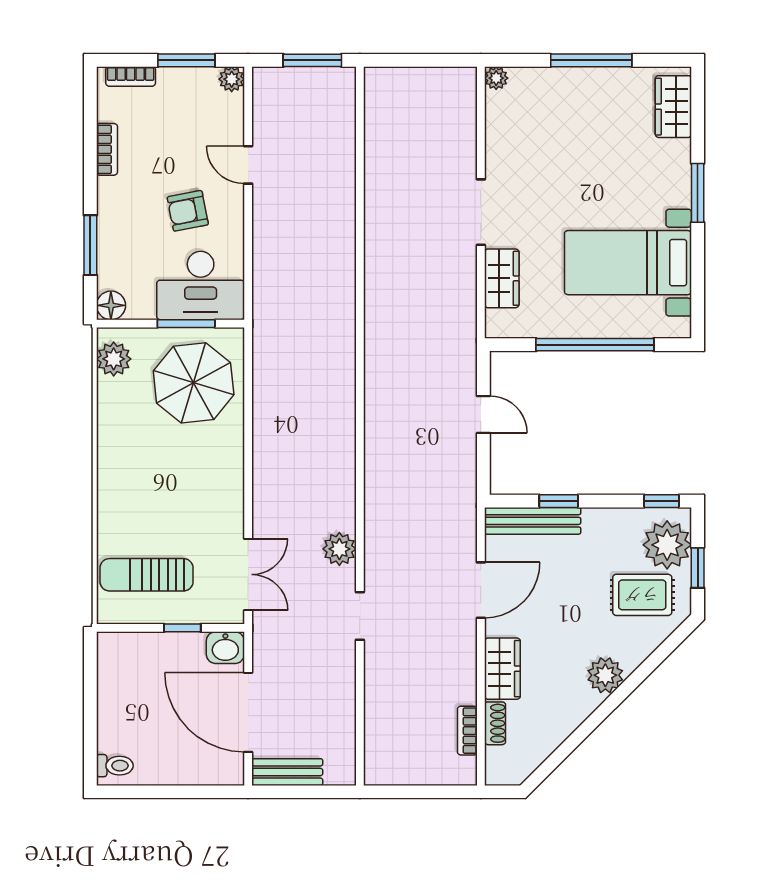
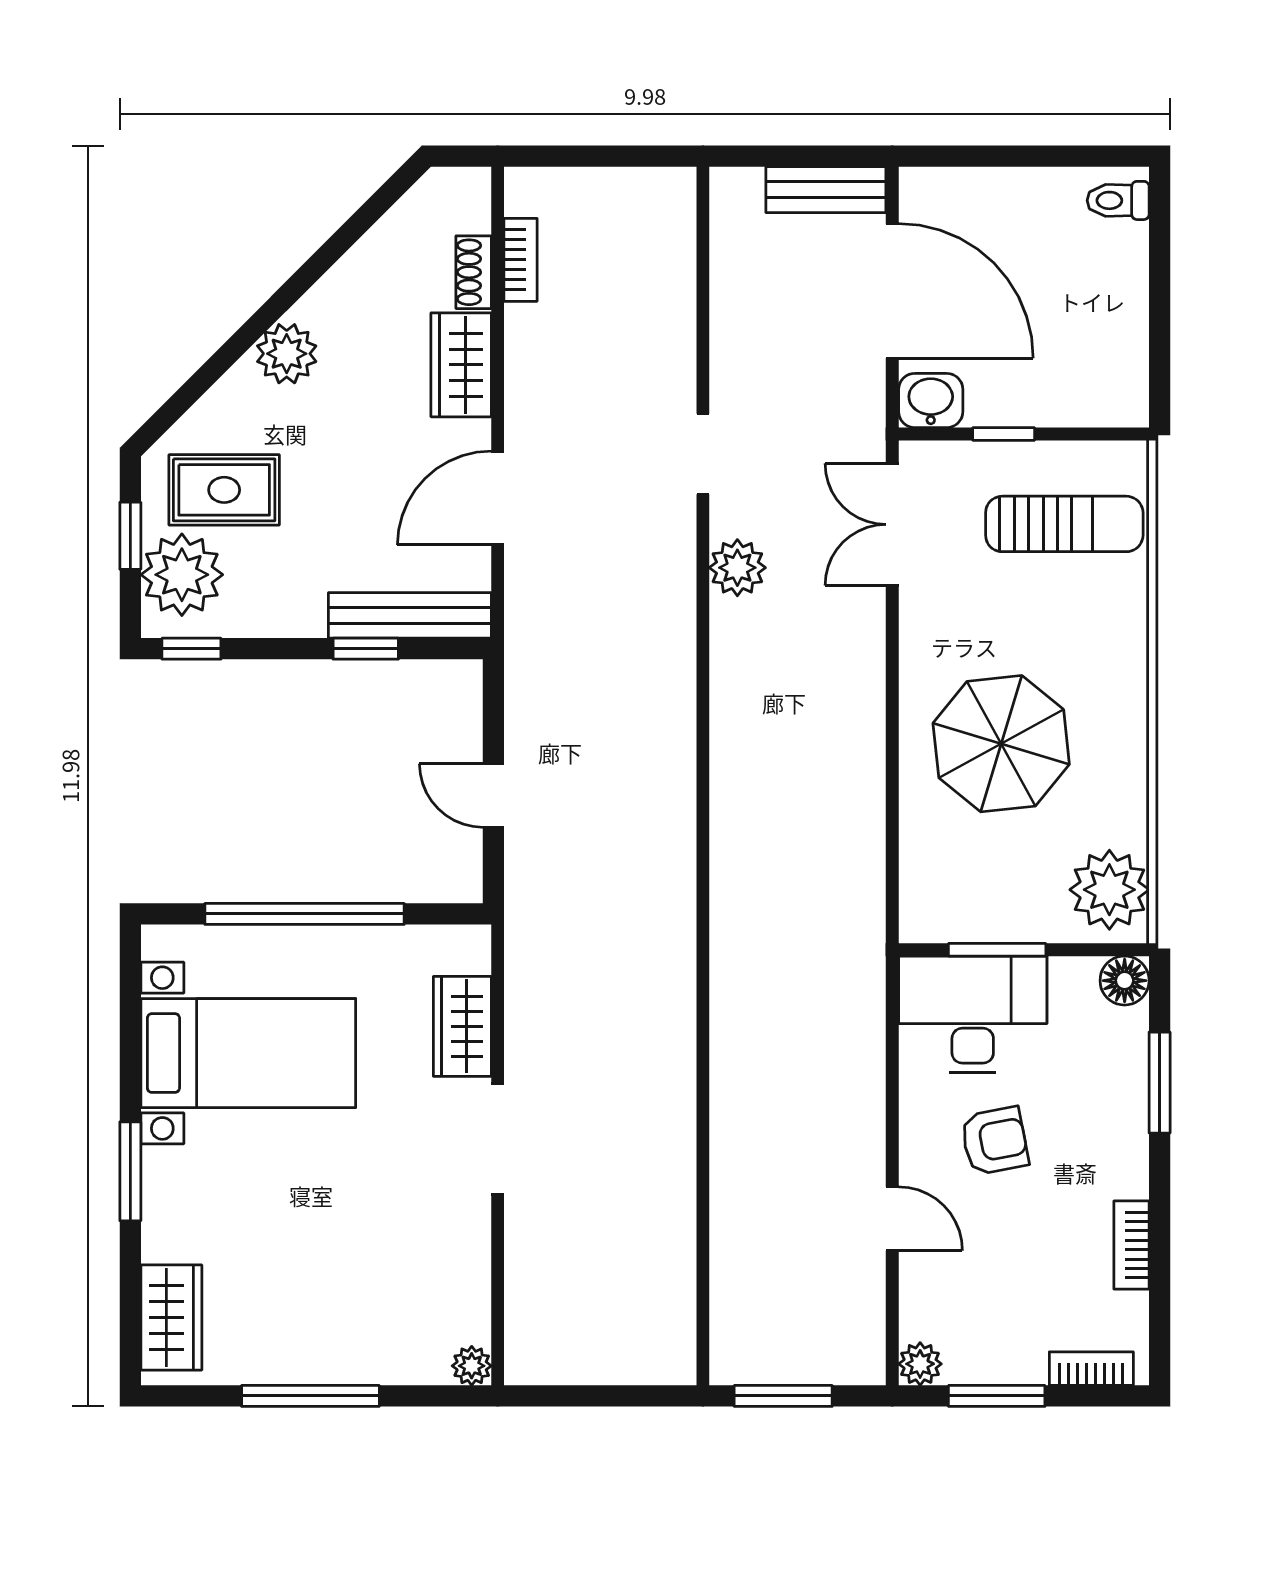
plant: (114, 359) -> (1109, 890), width x1.36, depth x1.36
parasol: (194, 383) -> (1001, 744), moved

